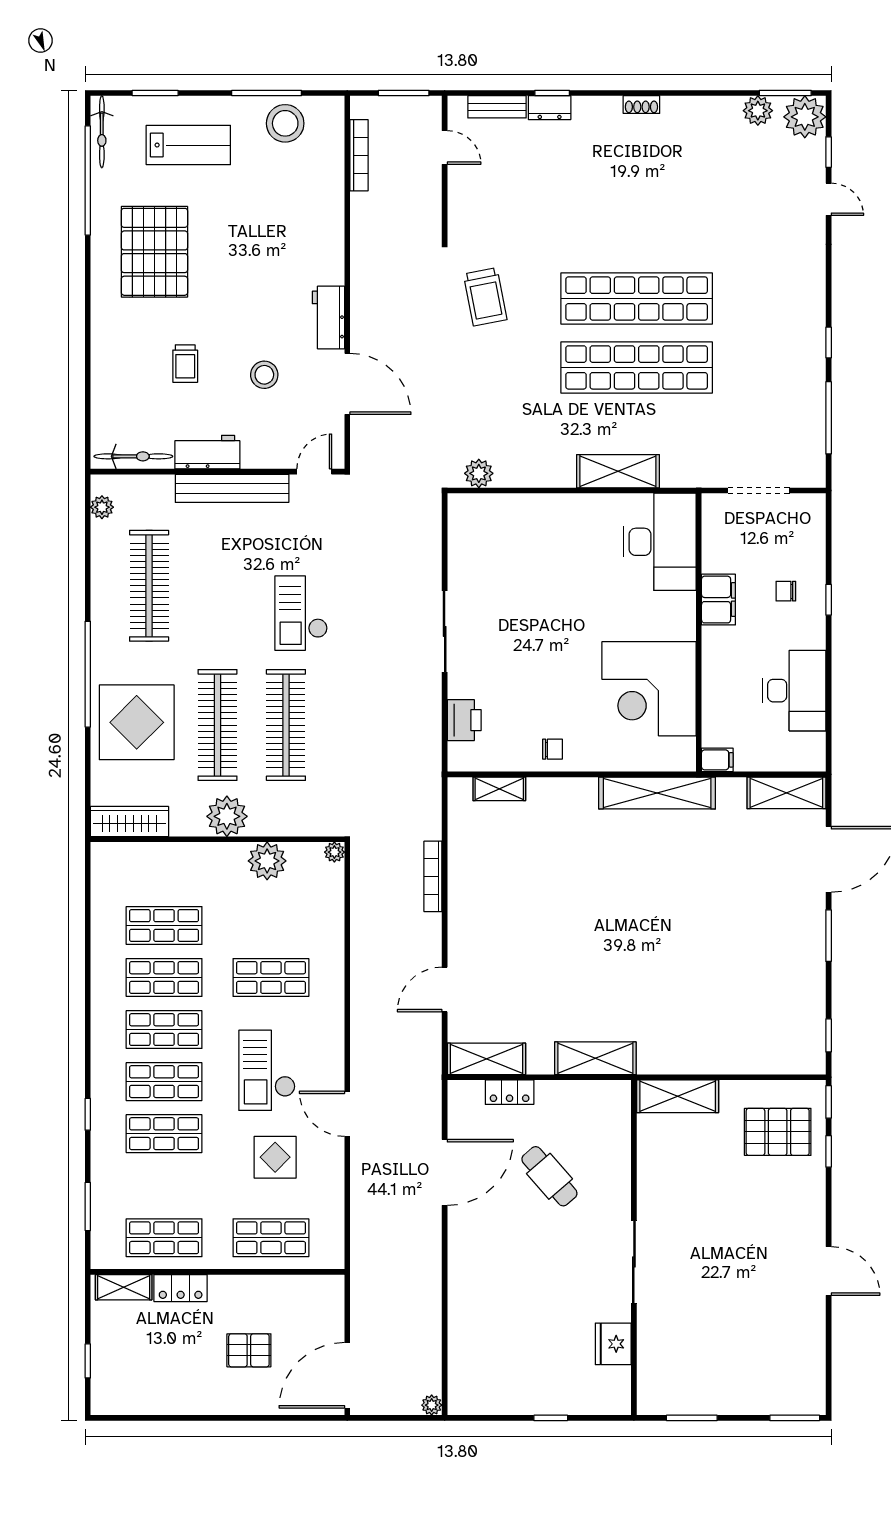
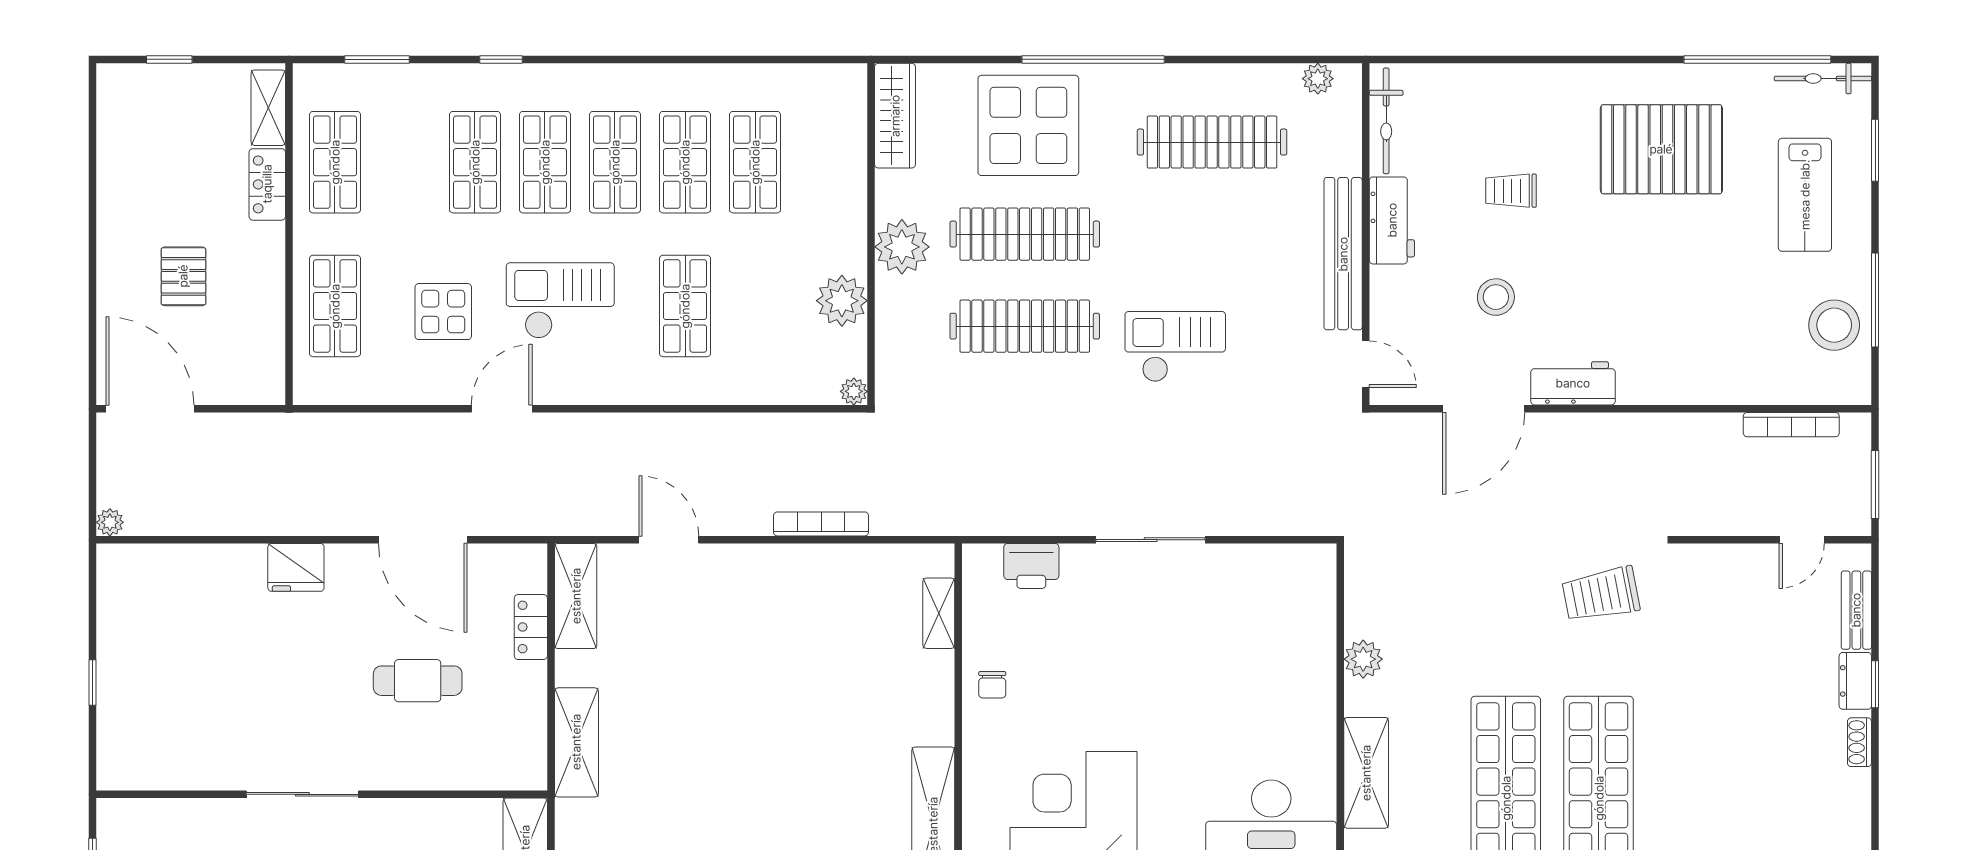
shoe rack: (641, 105) -> (1859, 742), moved
plant: (479, 473) -> (1363, 659), moved
cafe table: (549, 1176) -> (418, 681), turned 41
fridge: (613, 1344) -> (296, 567), moved, turned 180

